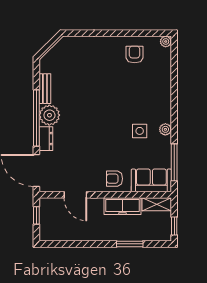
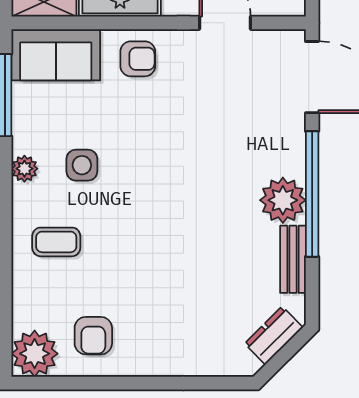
plant: (166, 41) -> (35, 354), width x1.88, depth x1.88
coffee table: (151, 96) -> (56, 242), added
dresser: (46, 139) -> (274, 335), moved, turned 45

